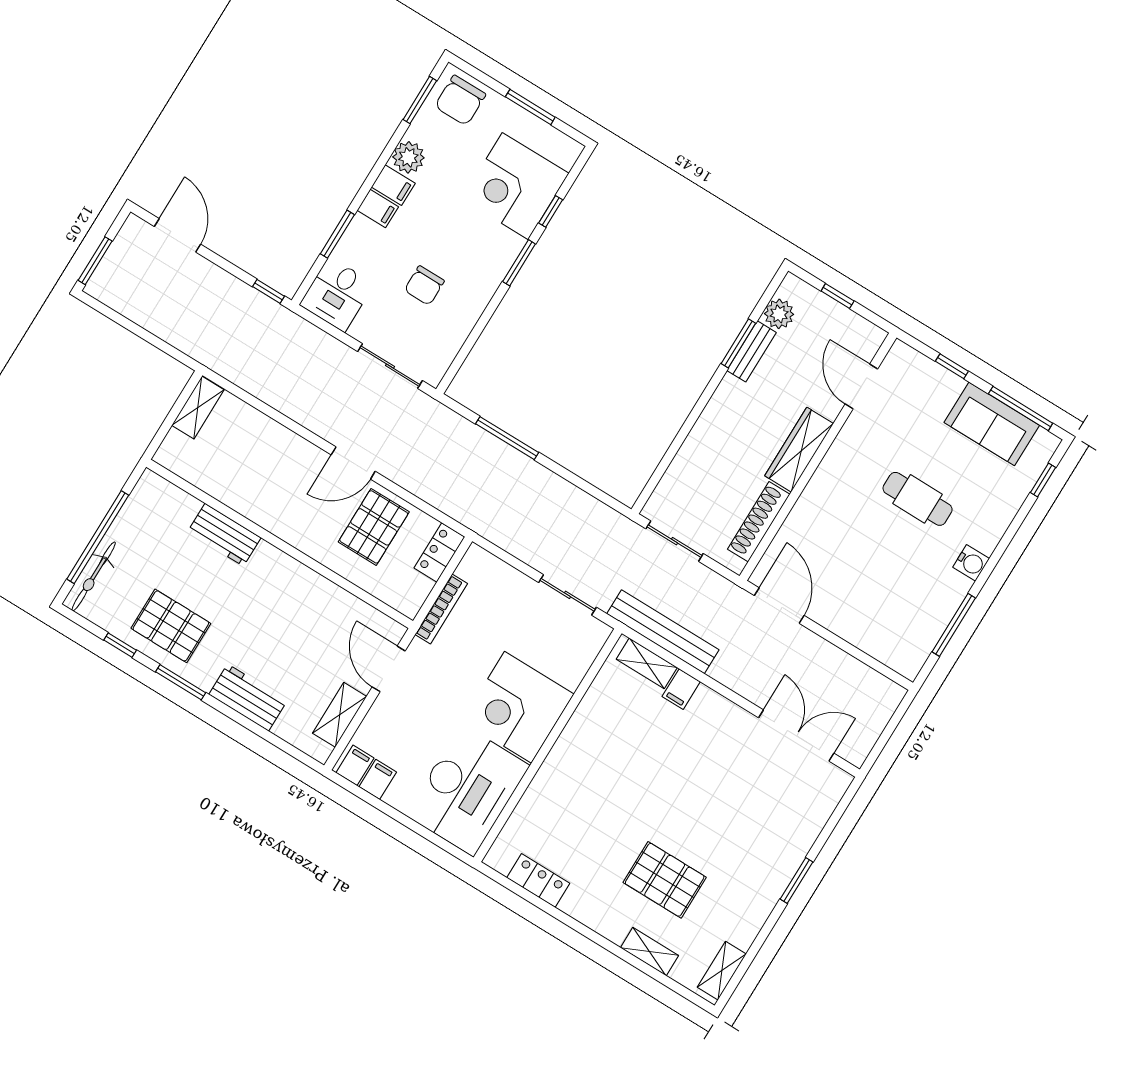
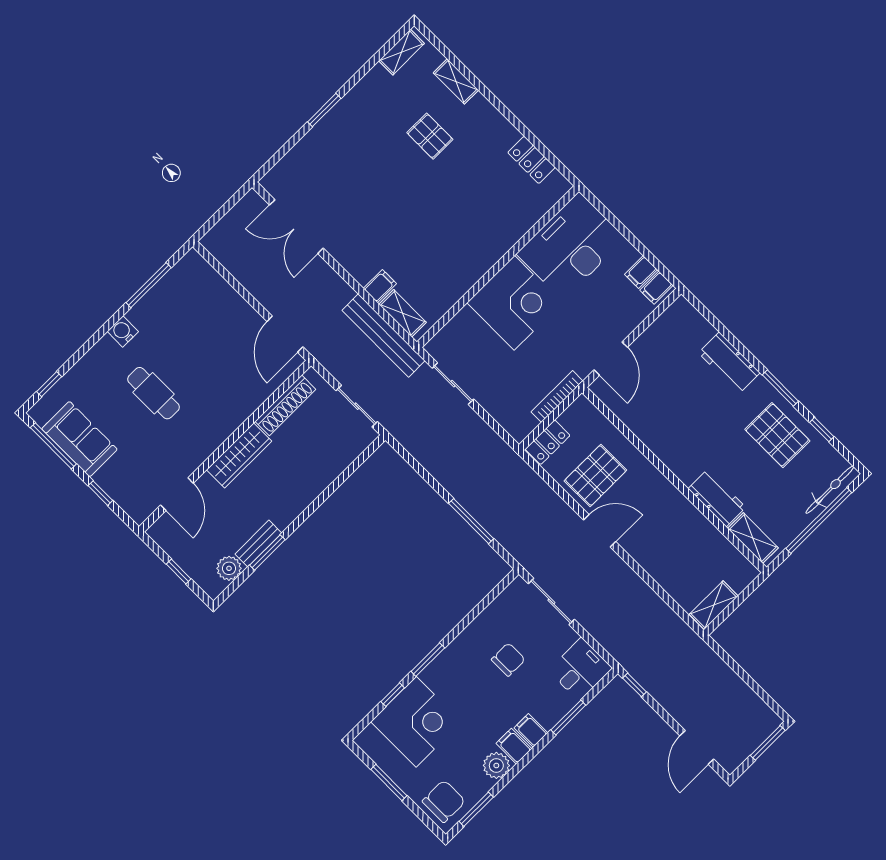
shelving: (340, 715) -> (753, 538), moved, turned 90
pallet: (665, 880) -> (430, 136), width x0.67, depth x0.71

